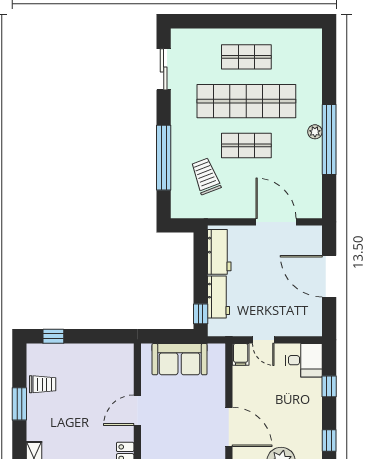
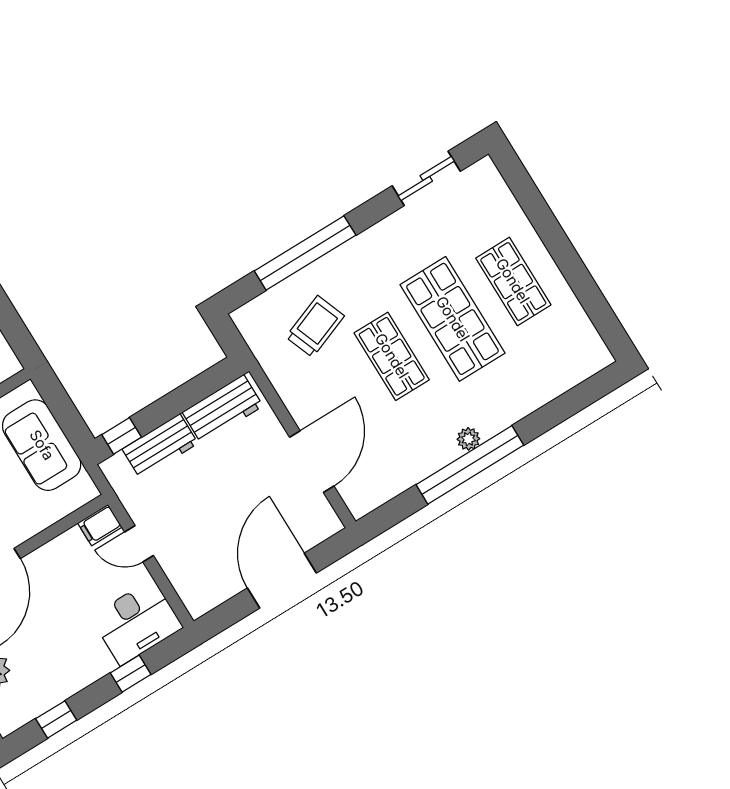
shop shelf: (246, 101) -> (453, 319), width x0.71
door: (263, 340) -> (139, 544), hinge flipped
desk: (304, 360) -> (137, 622), width x1.37

